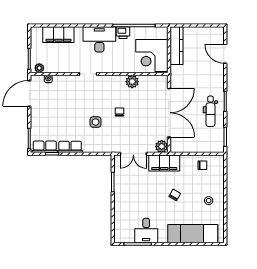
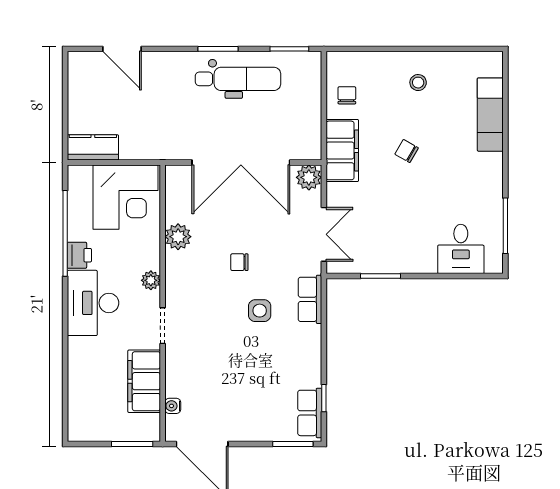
filing cabinet: (58, 35) -> (144, 381), moved, turned 180
kitchen counter: (176, 46) -> (93, 147), width x0.67
door: (225, 54) -> (122, 49), hinge flipped
plant: (39, 68) -> (151, 280), moved
dental chair: (210, 111) -> (238, 79), width x1.36, depth x1.38
double door: (169, 113) -> (241, 162), swing flipped
row of seats: (70, 147) -> (310, 299), moved
filing cabinet: (164, 163) -> (342, 150), moved
desk: (146, 231) -> (461, 249), moved, turned 90
exam couch: (193, 234) -> (490, 115), width x0.73, depth x0.69

